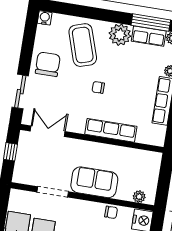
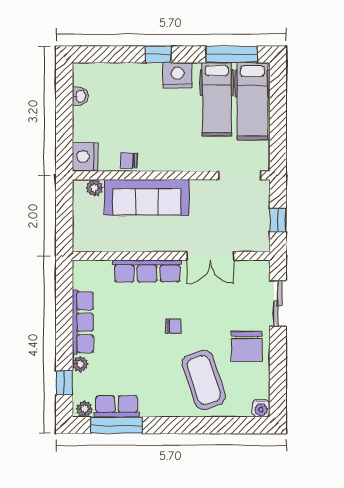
plant: (120, 35) -> (156, 402), removed
double door: (48, 131) -> (210, 256), moved
sofa: (94, 182) -> (147, 197), width x1.36
doorway: (53, 192) -> (240, 175), moved

